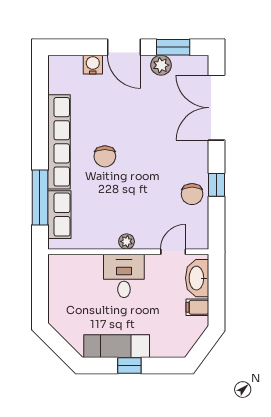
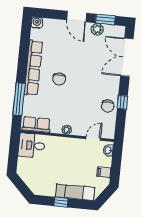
water cooler: (93, 65) -> (37, 23), moved
row of seats: (59, 215) -> (36, 125), moved, turned -90
desk: (124, 276) -> (32, 145), moved, turned -90
washbasin: (197, 278) -> (108, 150), width x0.52, depth x0.69
exam couch: (117, 346) -> (75, 192), moved

